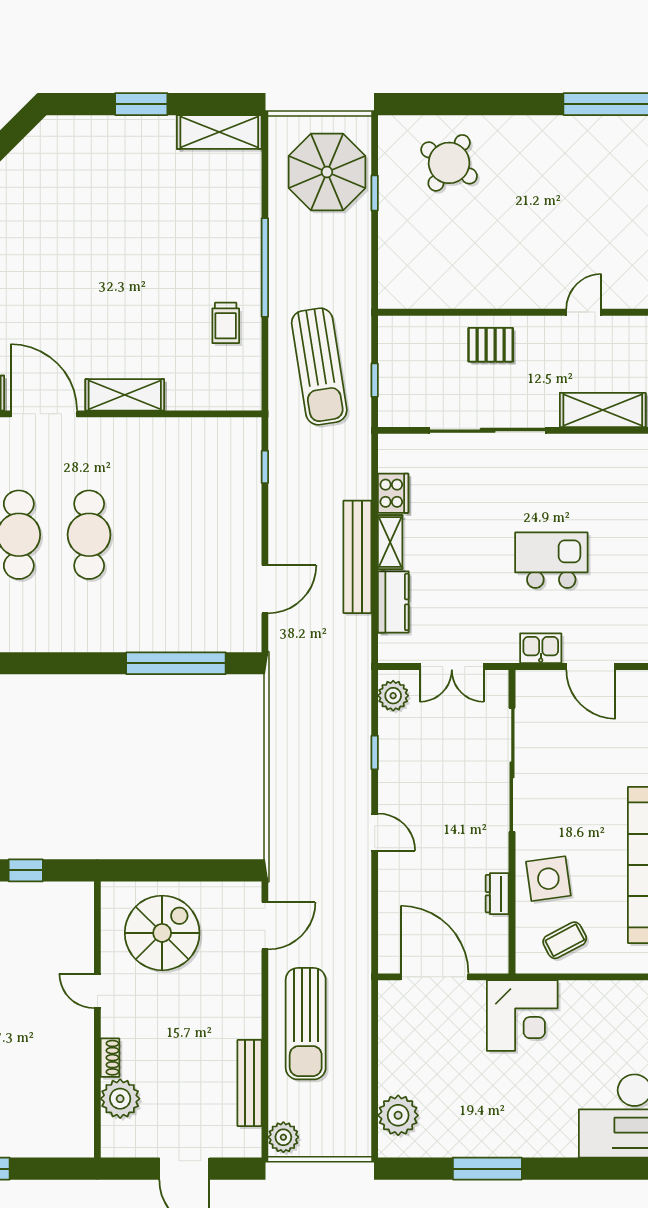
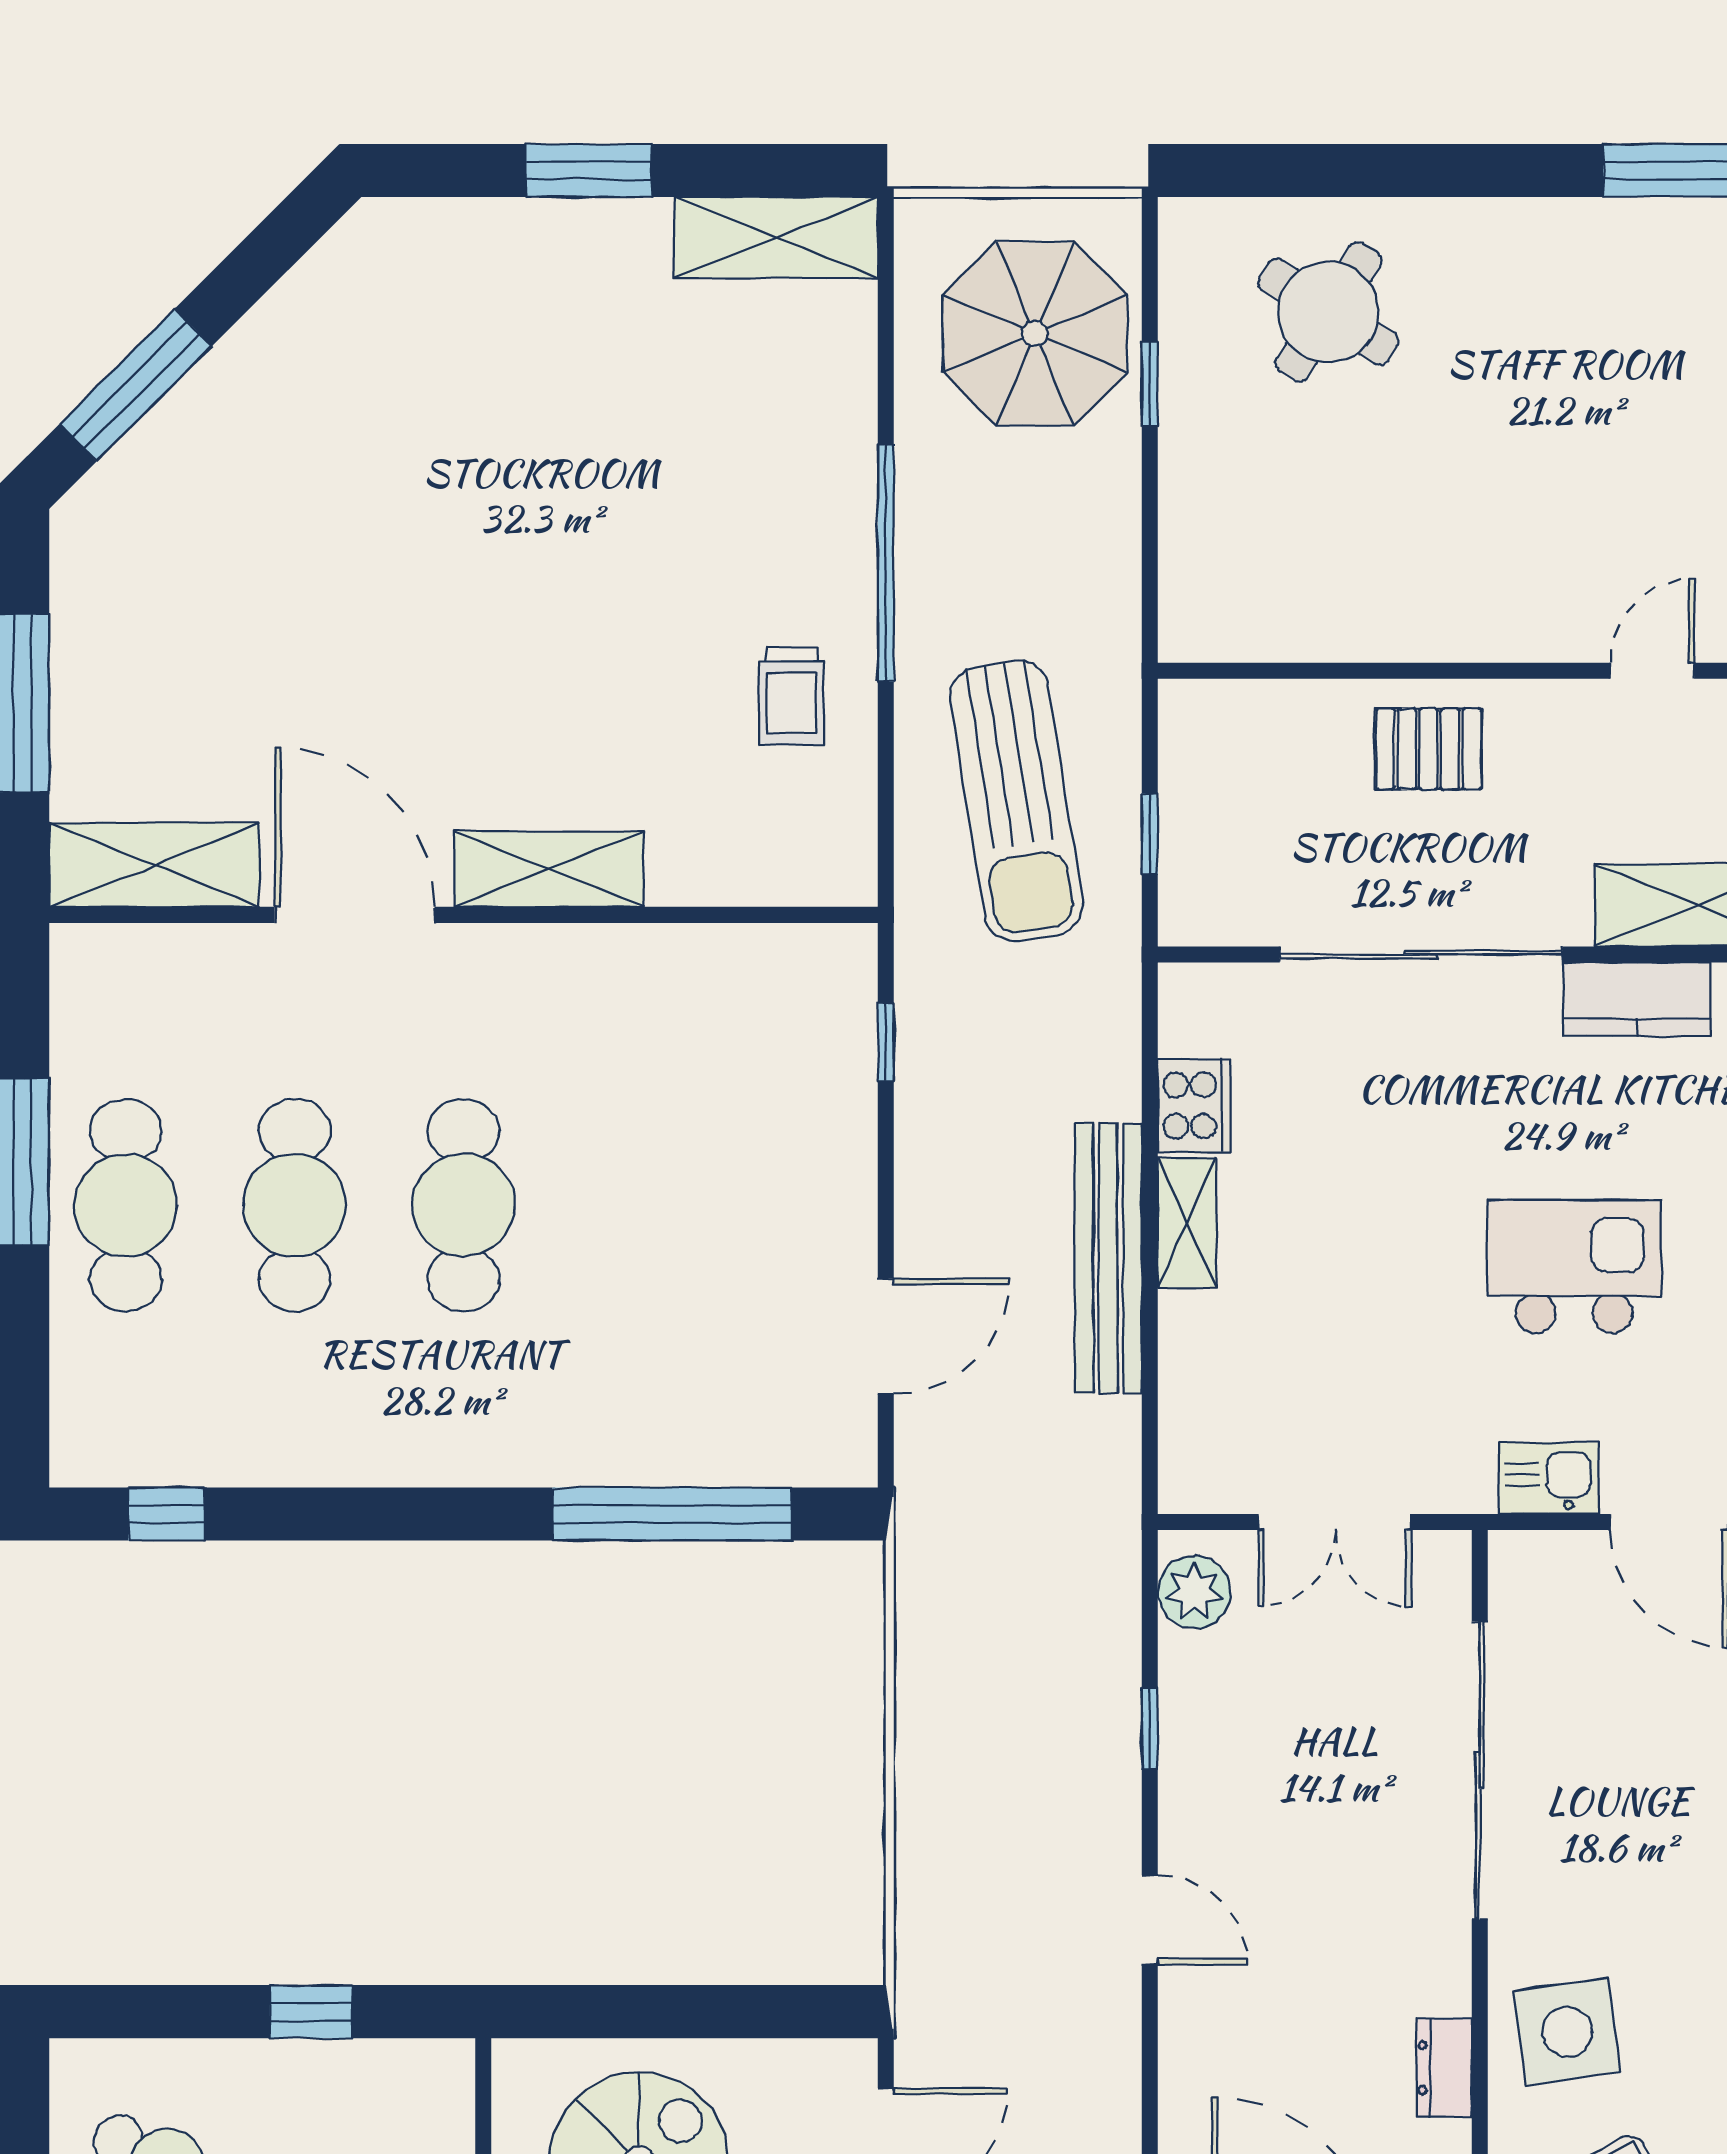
kitchen counter: (393, 602) -> (1637, 999), moved, turned 90

